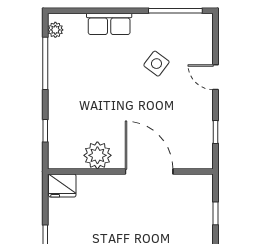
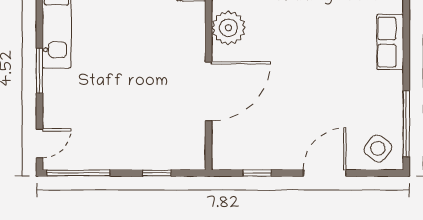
side table: (156, 64) -> (378, 148), moved
door: (216, 77) -> (325, 173), width x1.38

